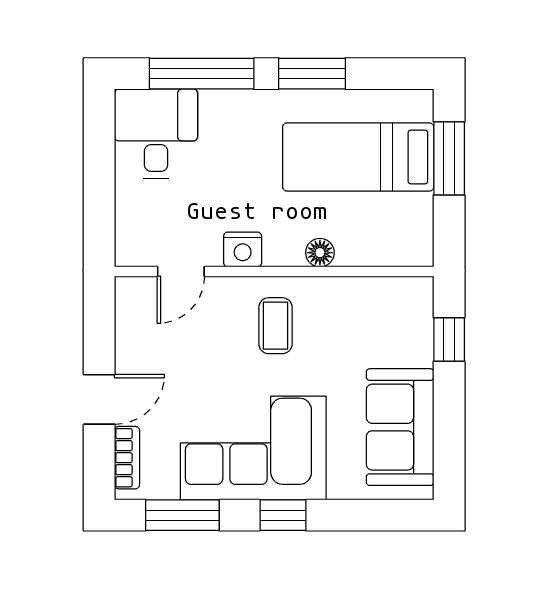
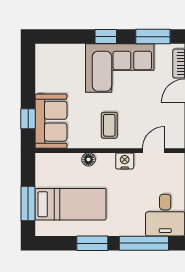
sofa: (400, 427) -> (51, 121), moved

